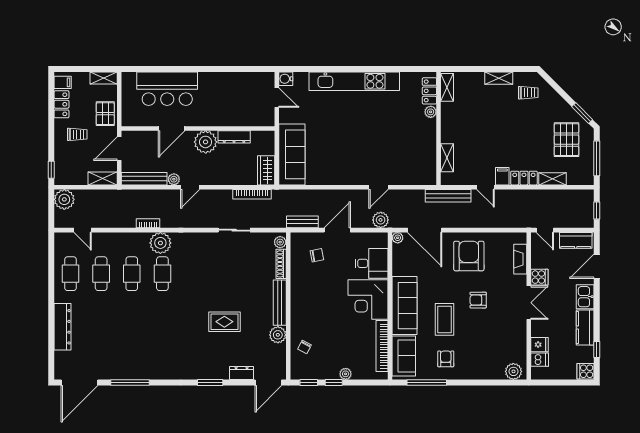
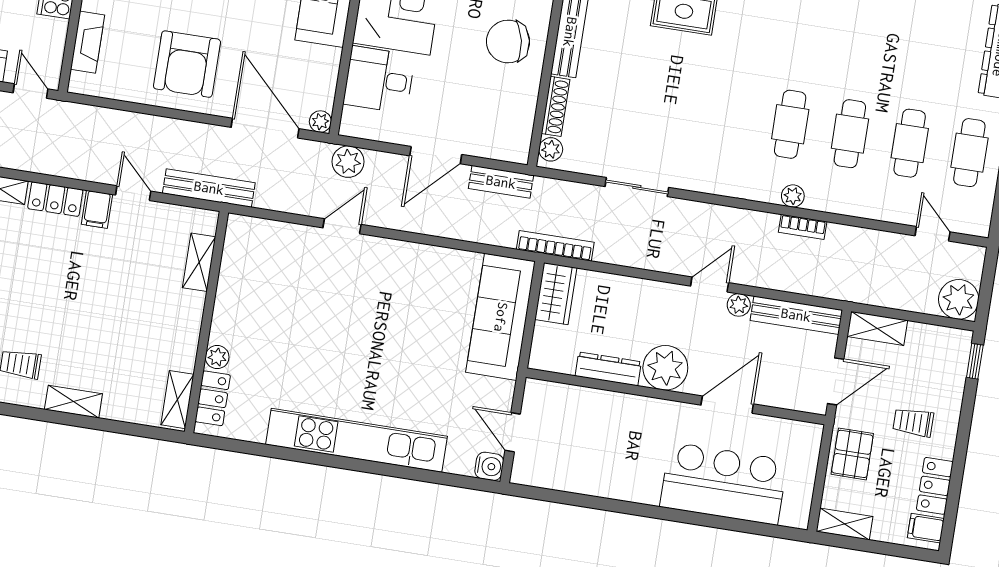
bookcase: (252, 194) -> (555, 246), moved
plant: (160, 243) -> (793, 196), width x0.53, depth x0.53
chair: (317, 255) -> (508, 41), moved, width x1.87, depth x1.87

